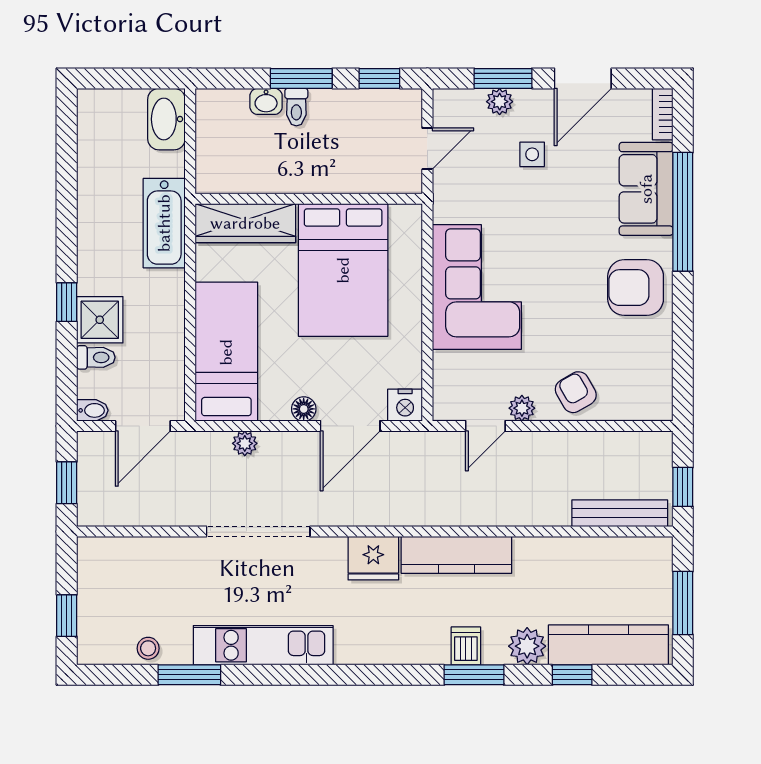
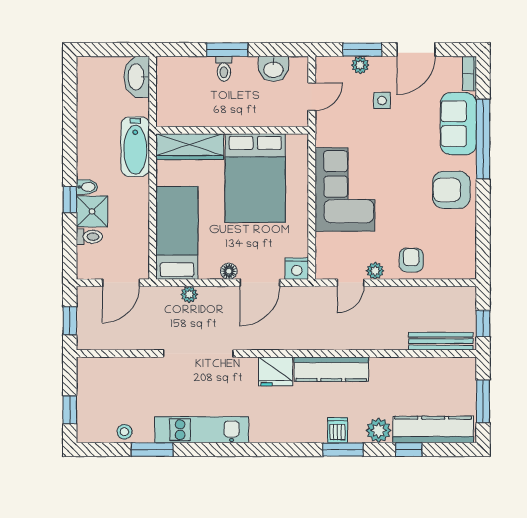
window: (379, 78) -> (280, 50), removed
washbasin: (266, 101) -> (273, 69), moved, width x1.38, depth x1.45
armchair: (576, 392) -> (411, 260), turned 30
bidet: (92, 410) -> (87, 187), moved

